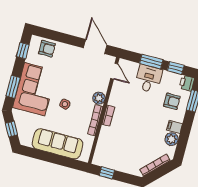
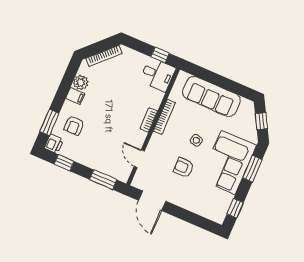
armchair: (47, 49) -> (184, 168), moved
window: (151, 62) -> (103, 180), moved
door: (114, 71) -> (139, 159), moved
desk: (148, 79) -> (158, 75), moved, turned -90
plant: (99, 98) -> (157, 141), removed
armchair: (172, 101) -> (74, 126), turned -90

